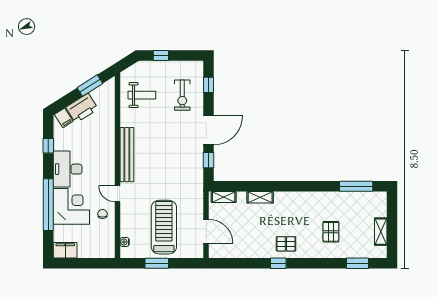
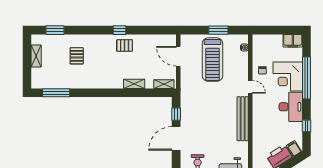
pallet: (286, 244) -> (125, 46), moved

